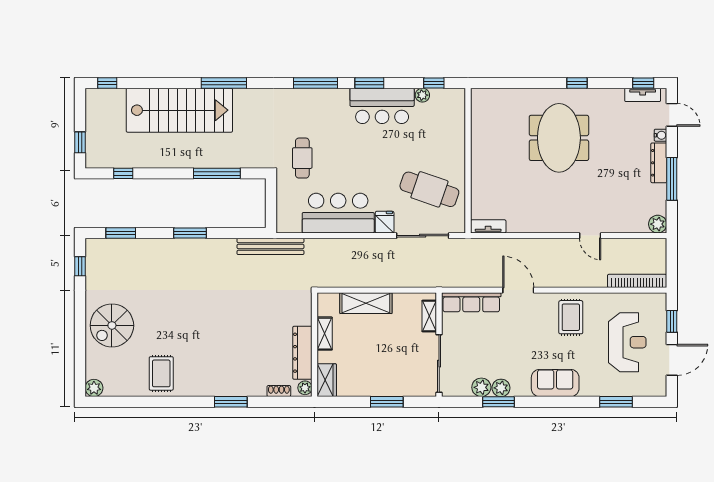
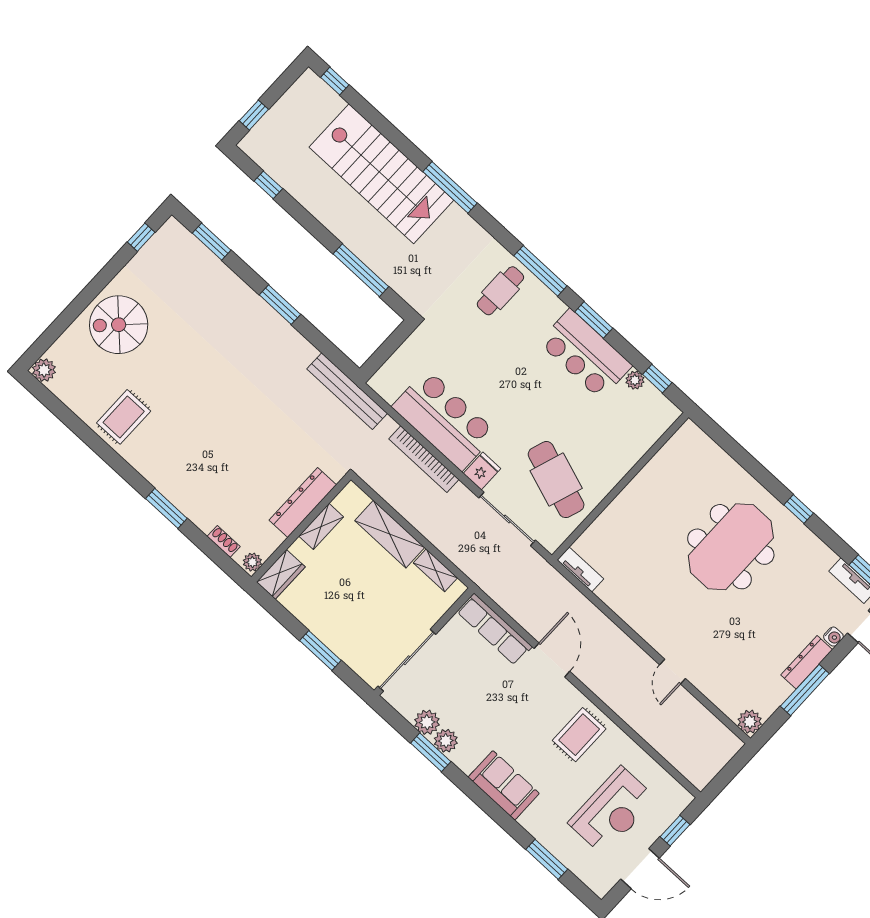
cafe table: (302, 158) -> (500, 291), moved
bookcase: (637, 281) -> (424, 459), moved, turned 180
shelving: (429, 316) -> (435, 570), moved, turned 90
dresser: (302, 353) -> (303, 503), moved

